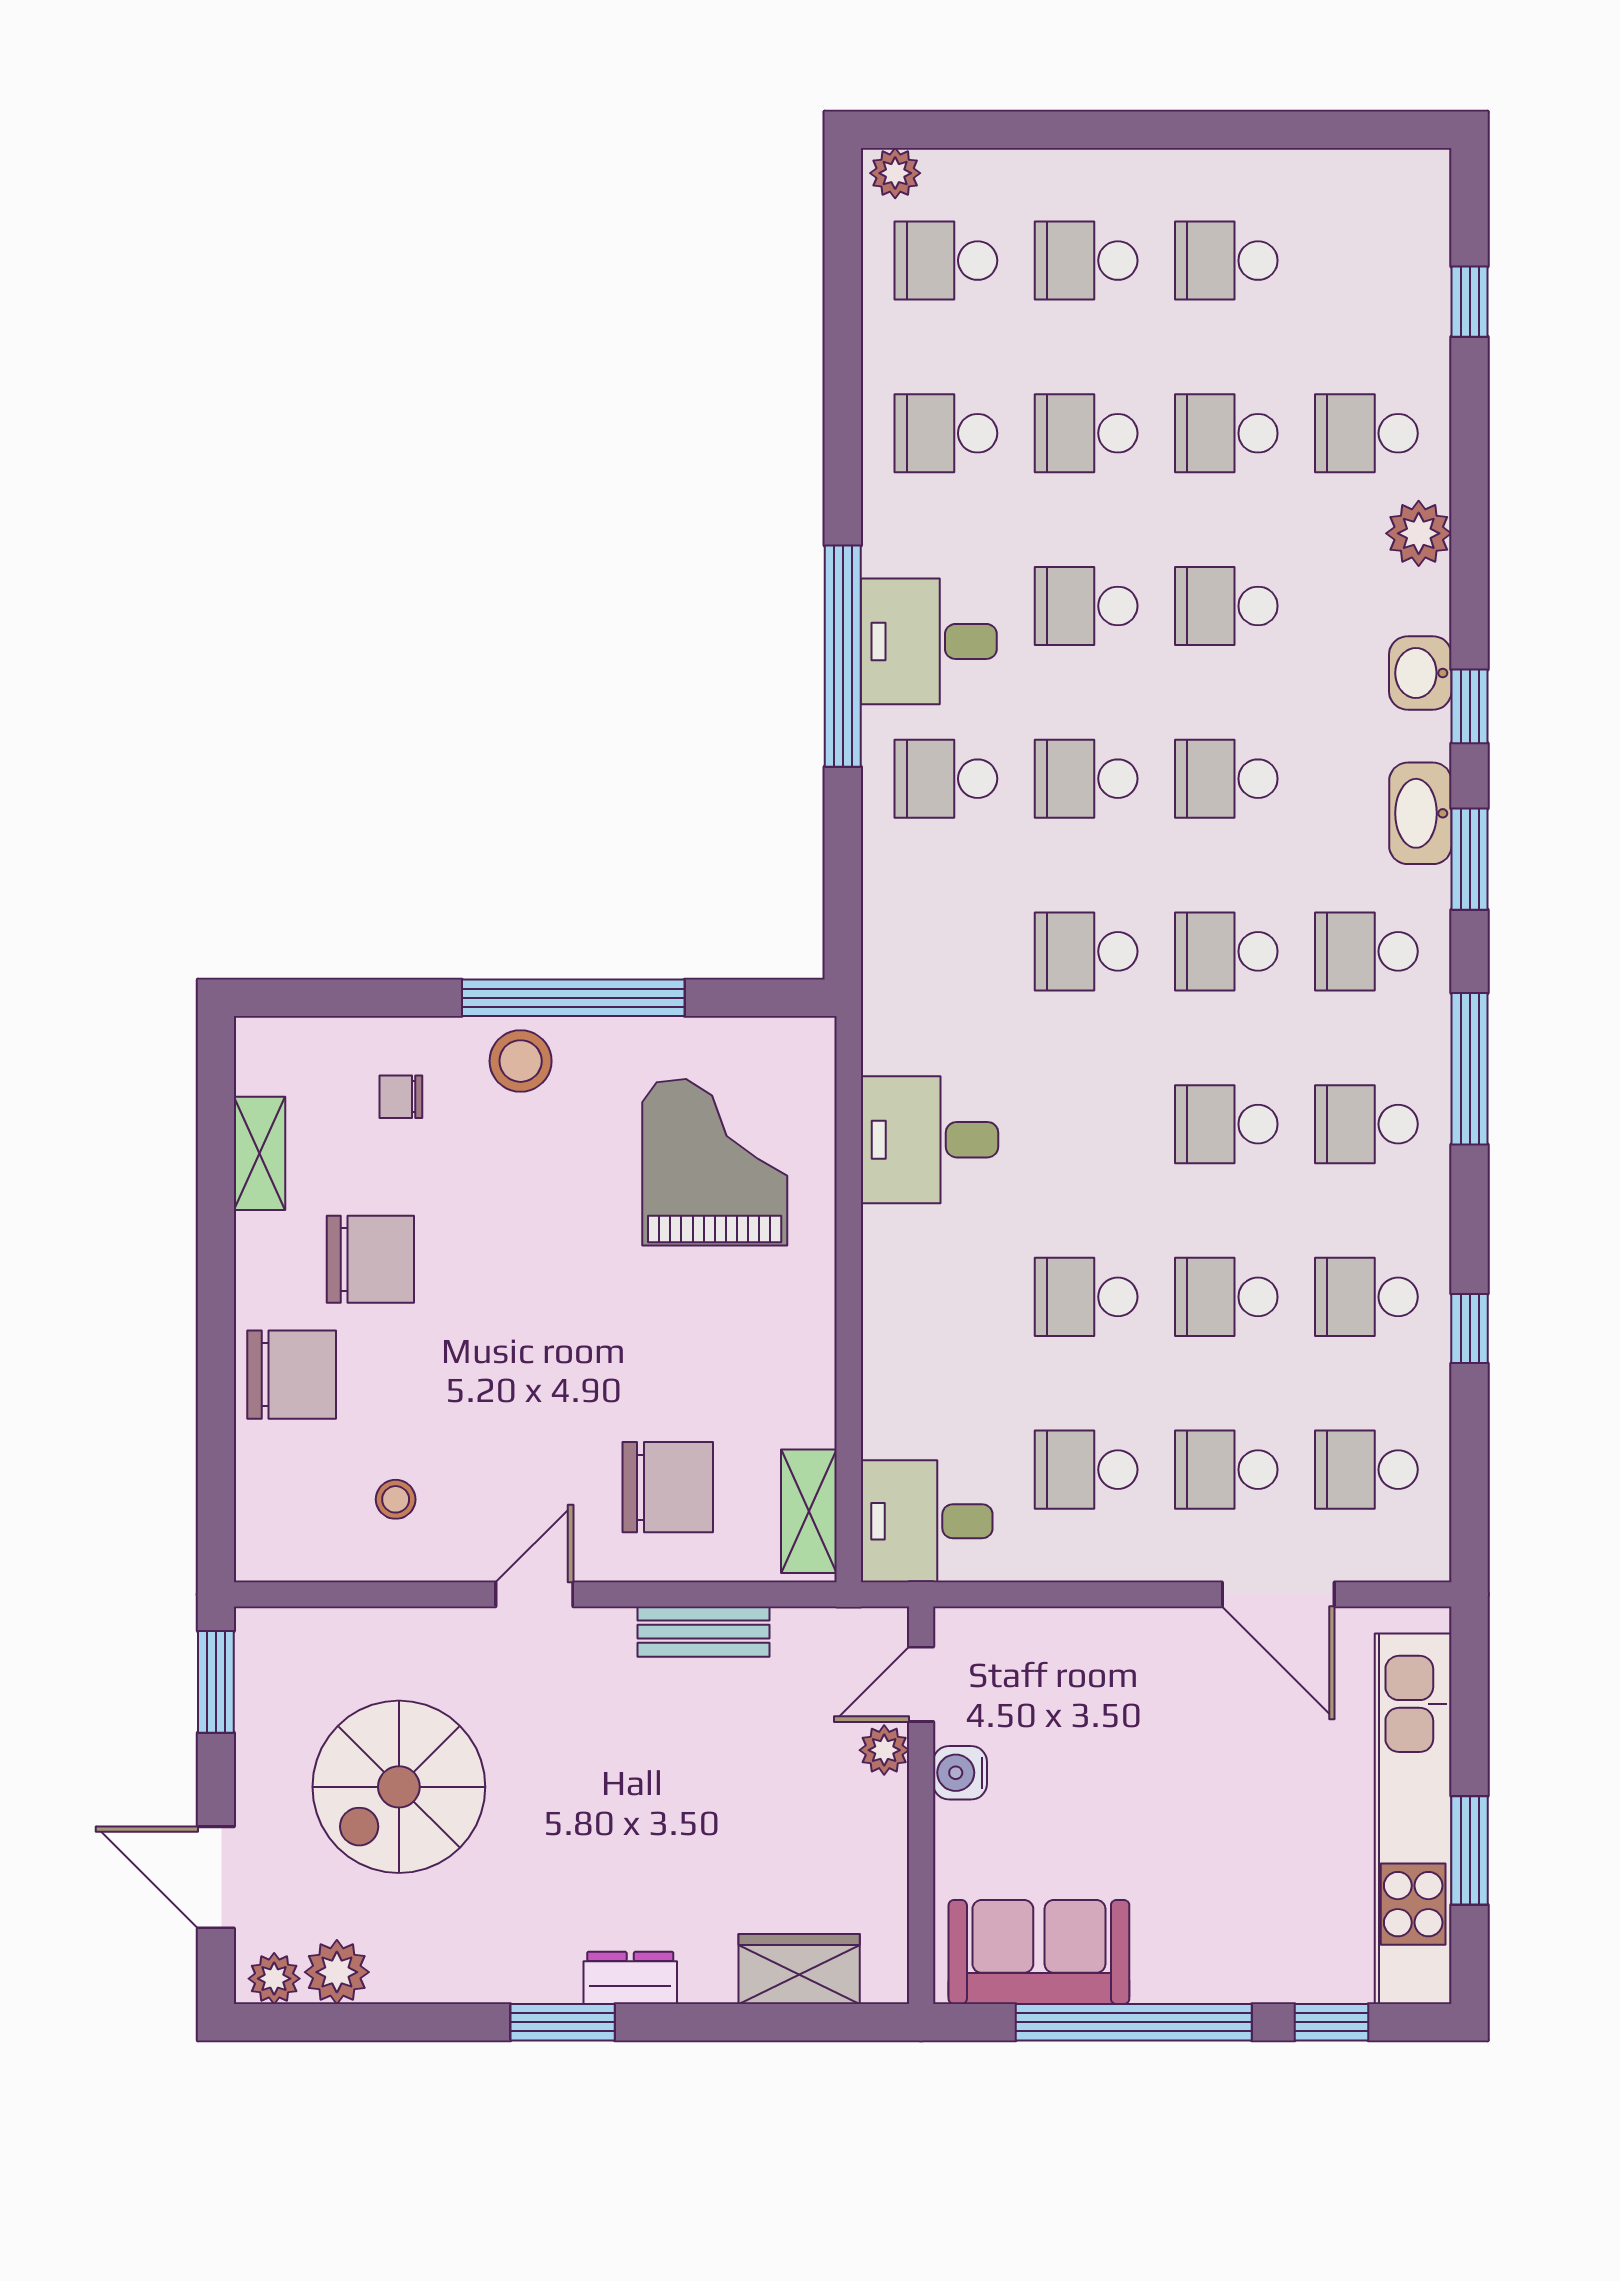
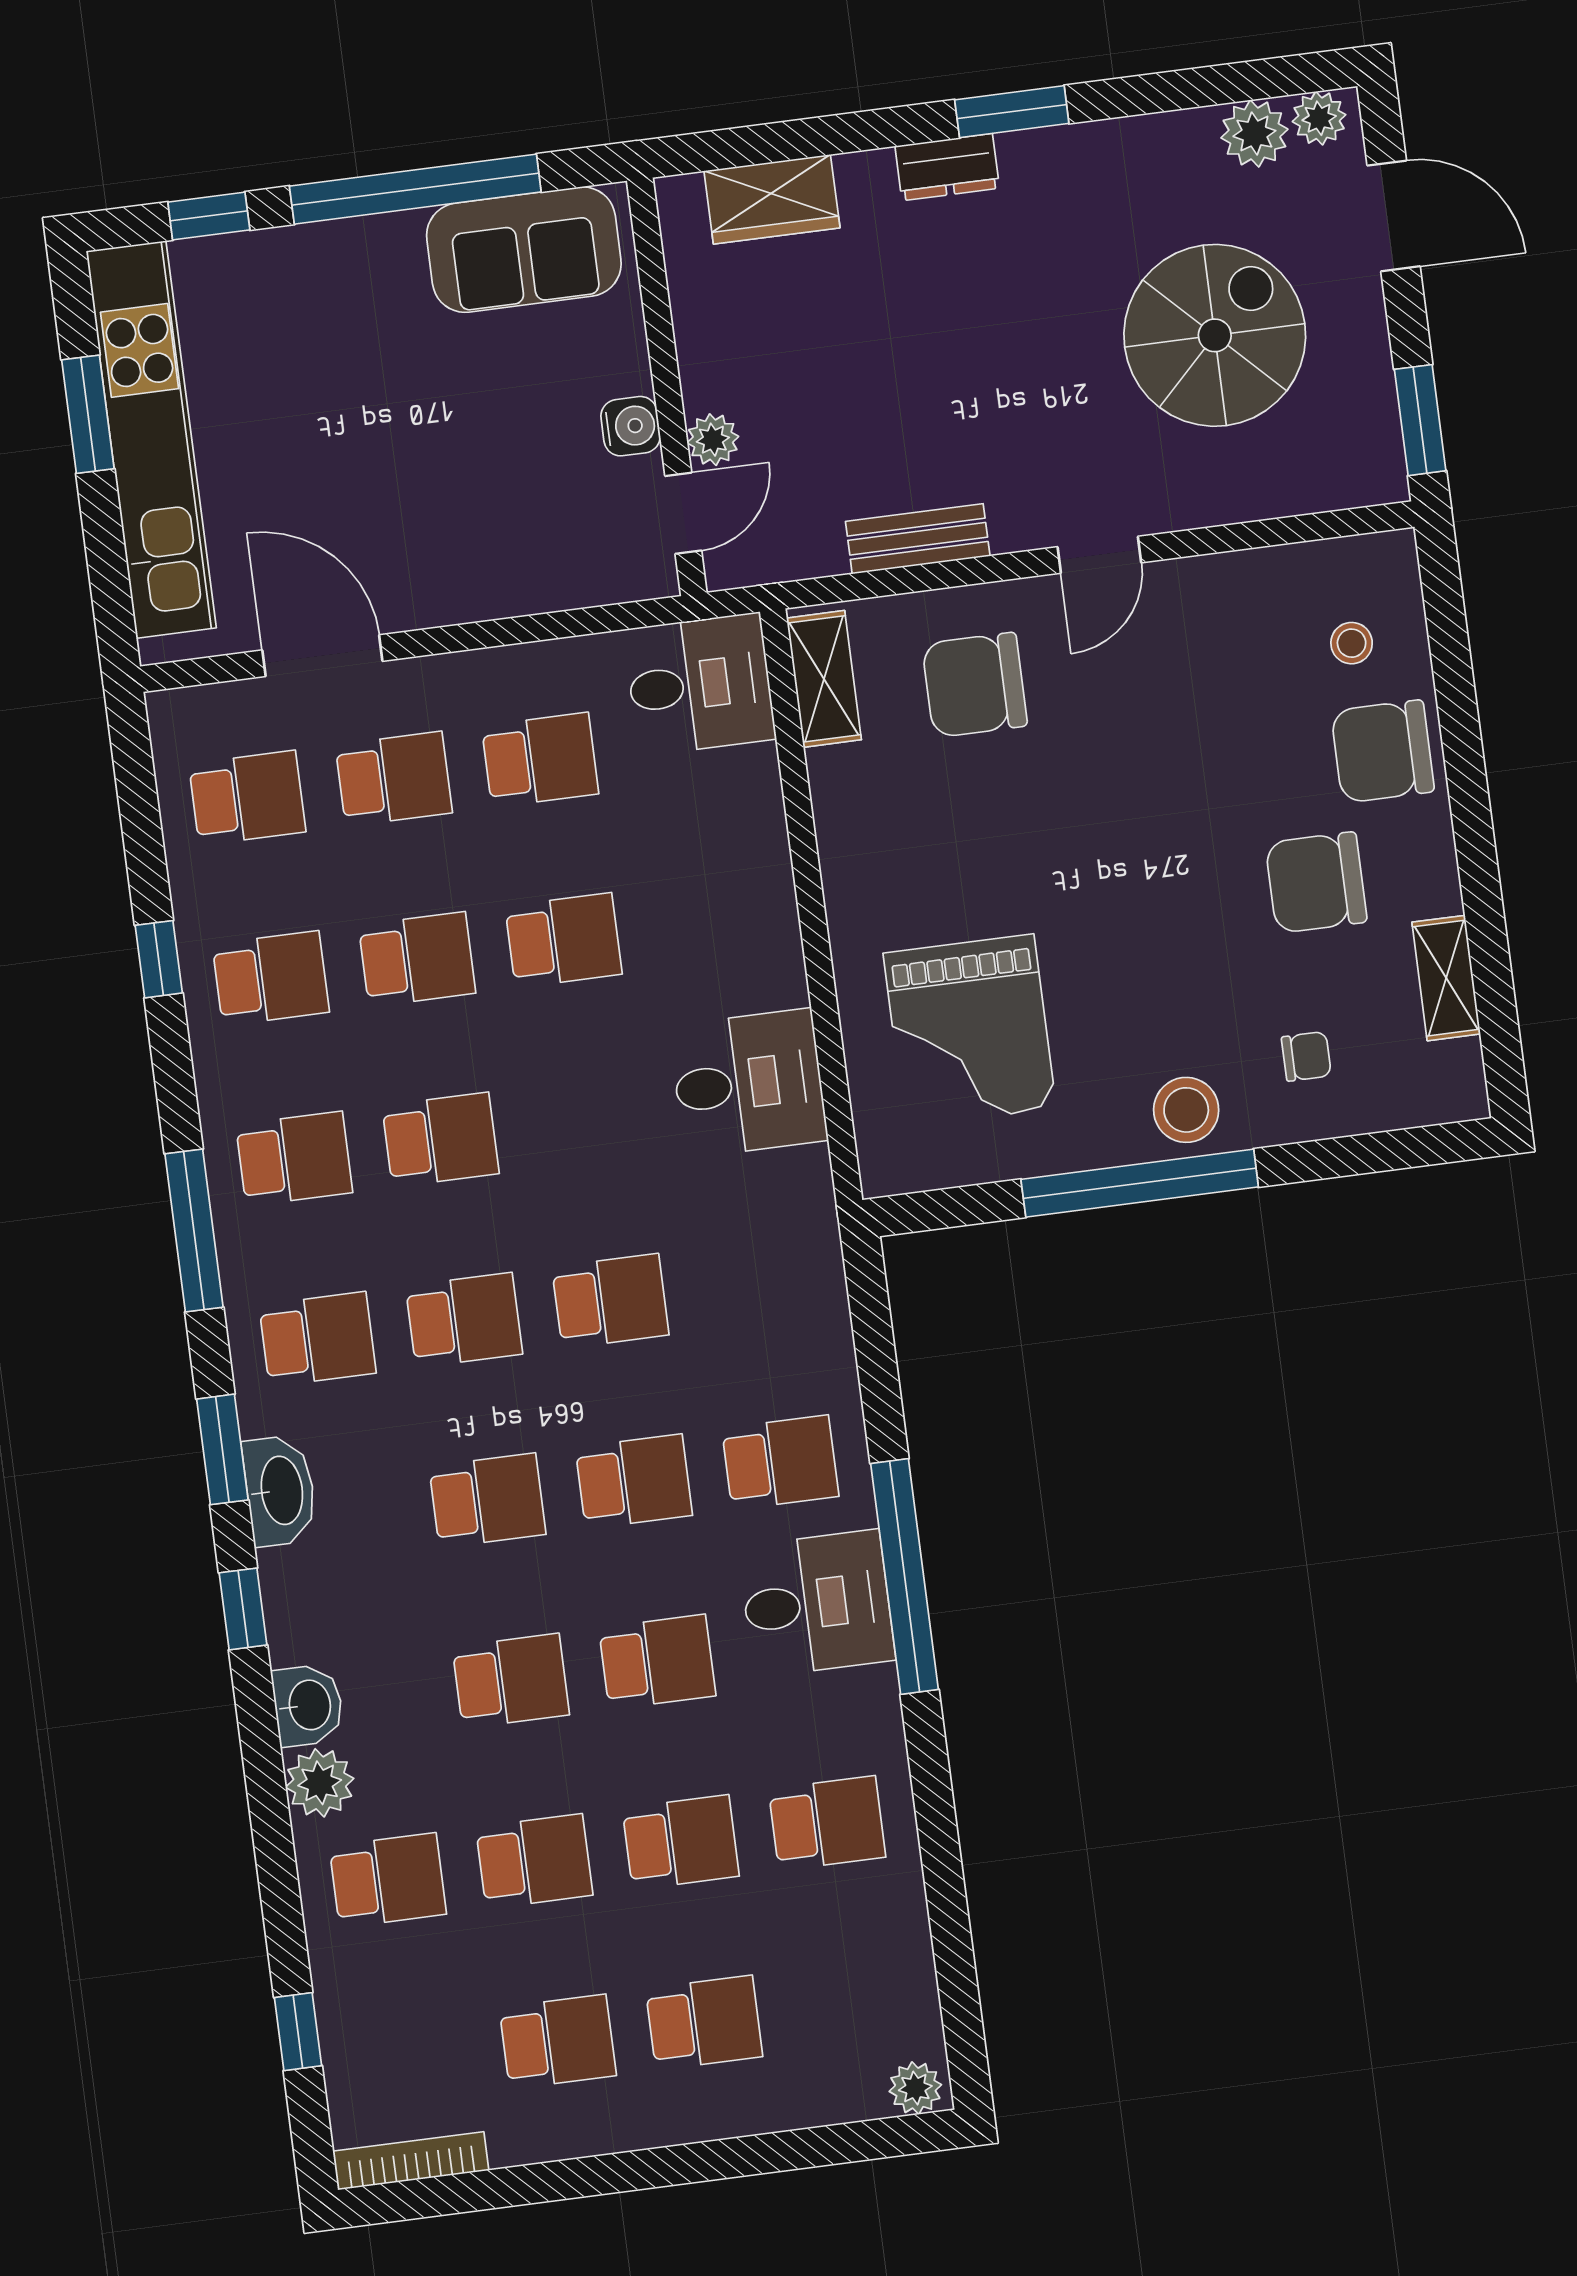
bookcase: (1379, 166) -> (411, 2161), added
school desk: (946, 261) -> (851, 2004), removed
washbasin: (1420, 673) -> (308, 1705), moved
stool: (396, 1499) -> (1352, 643), moved

